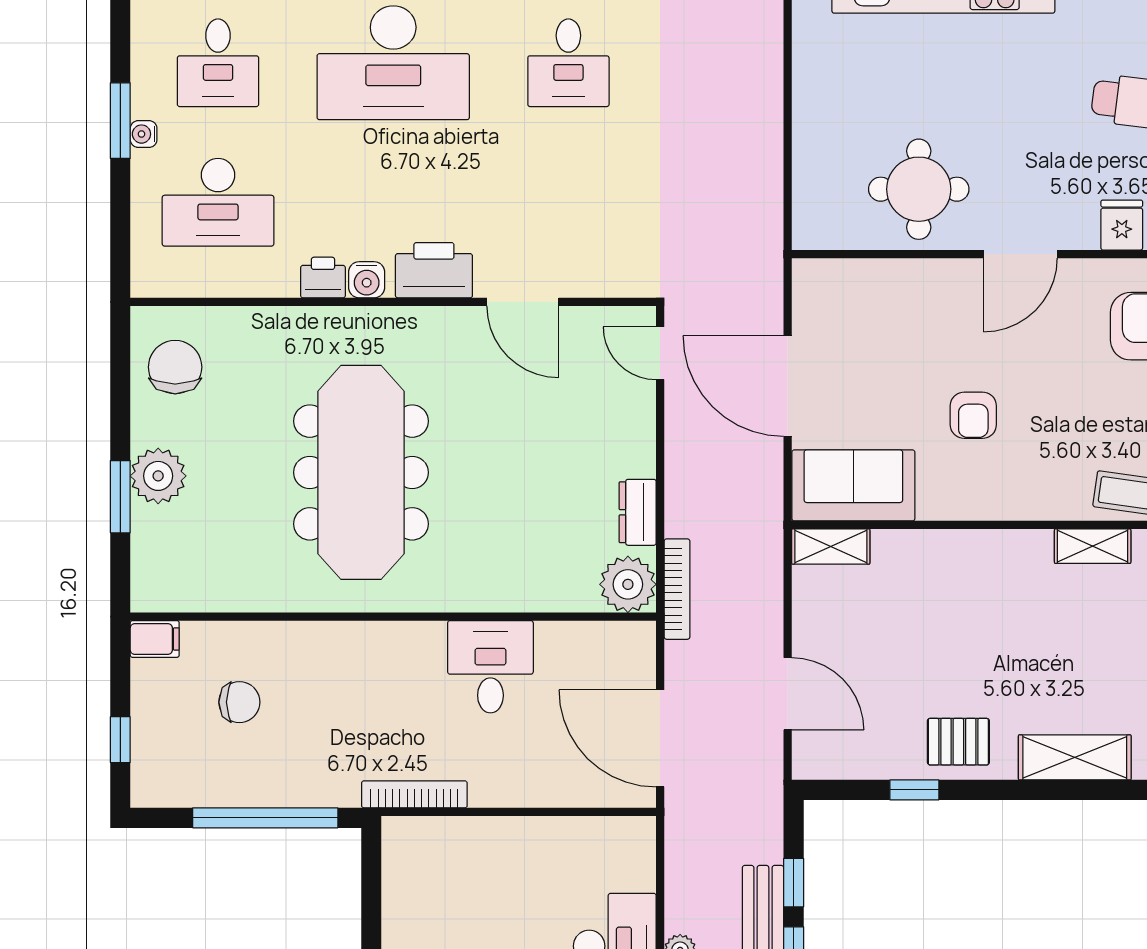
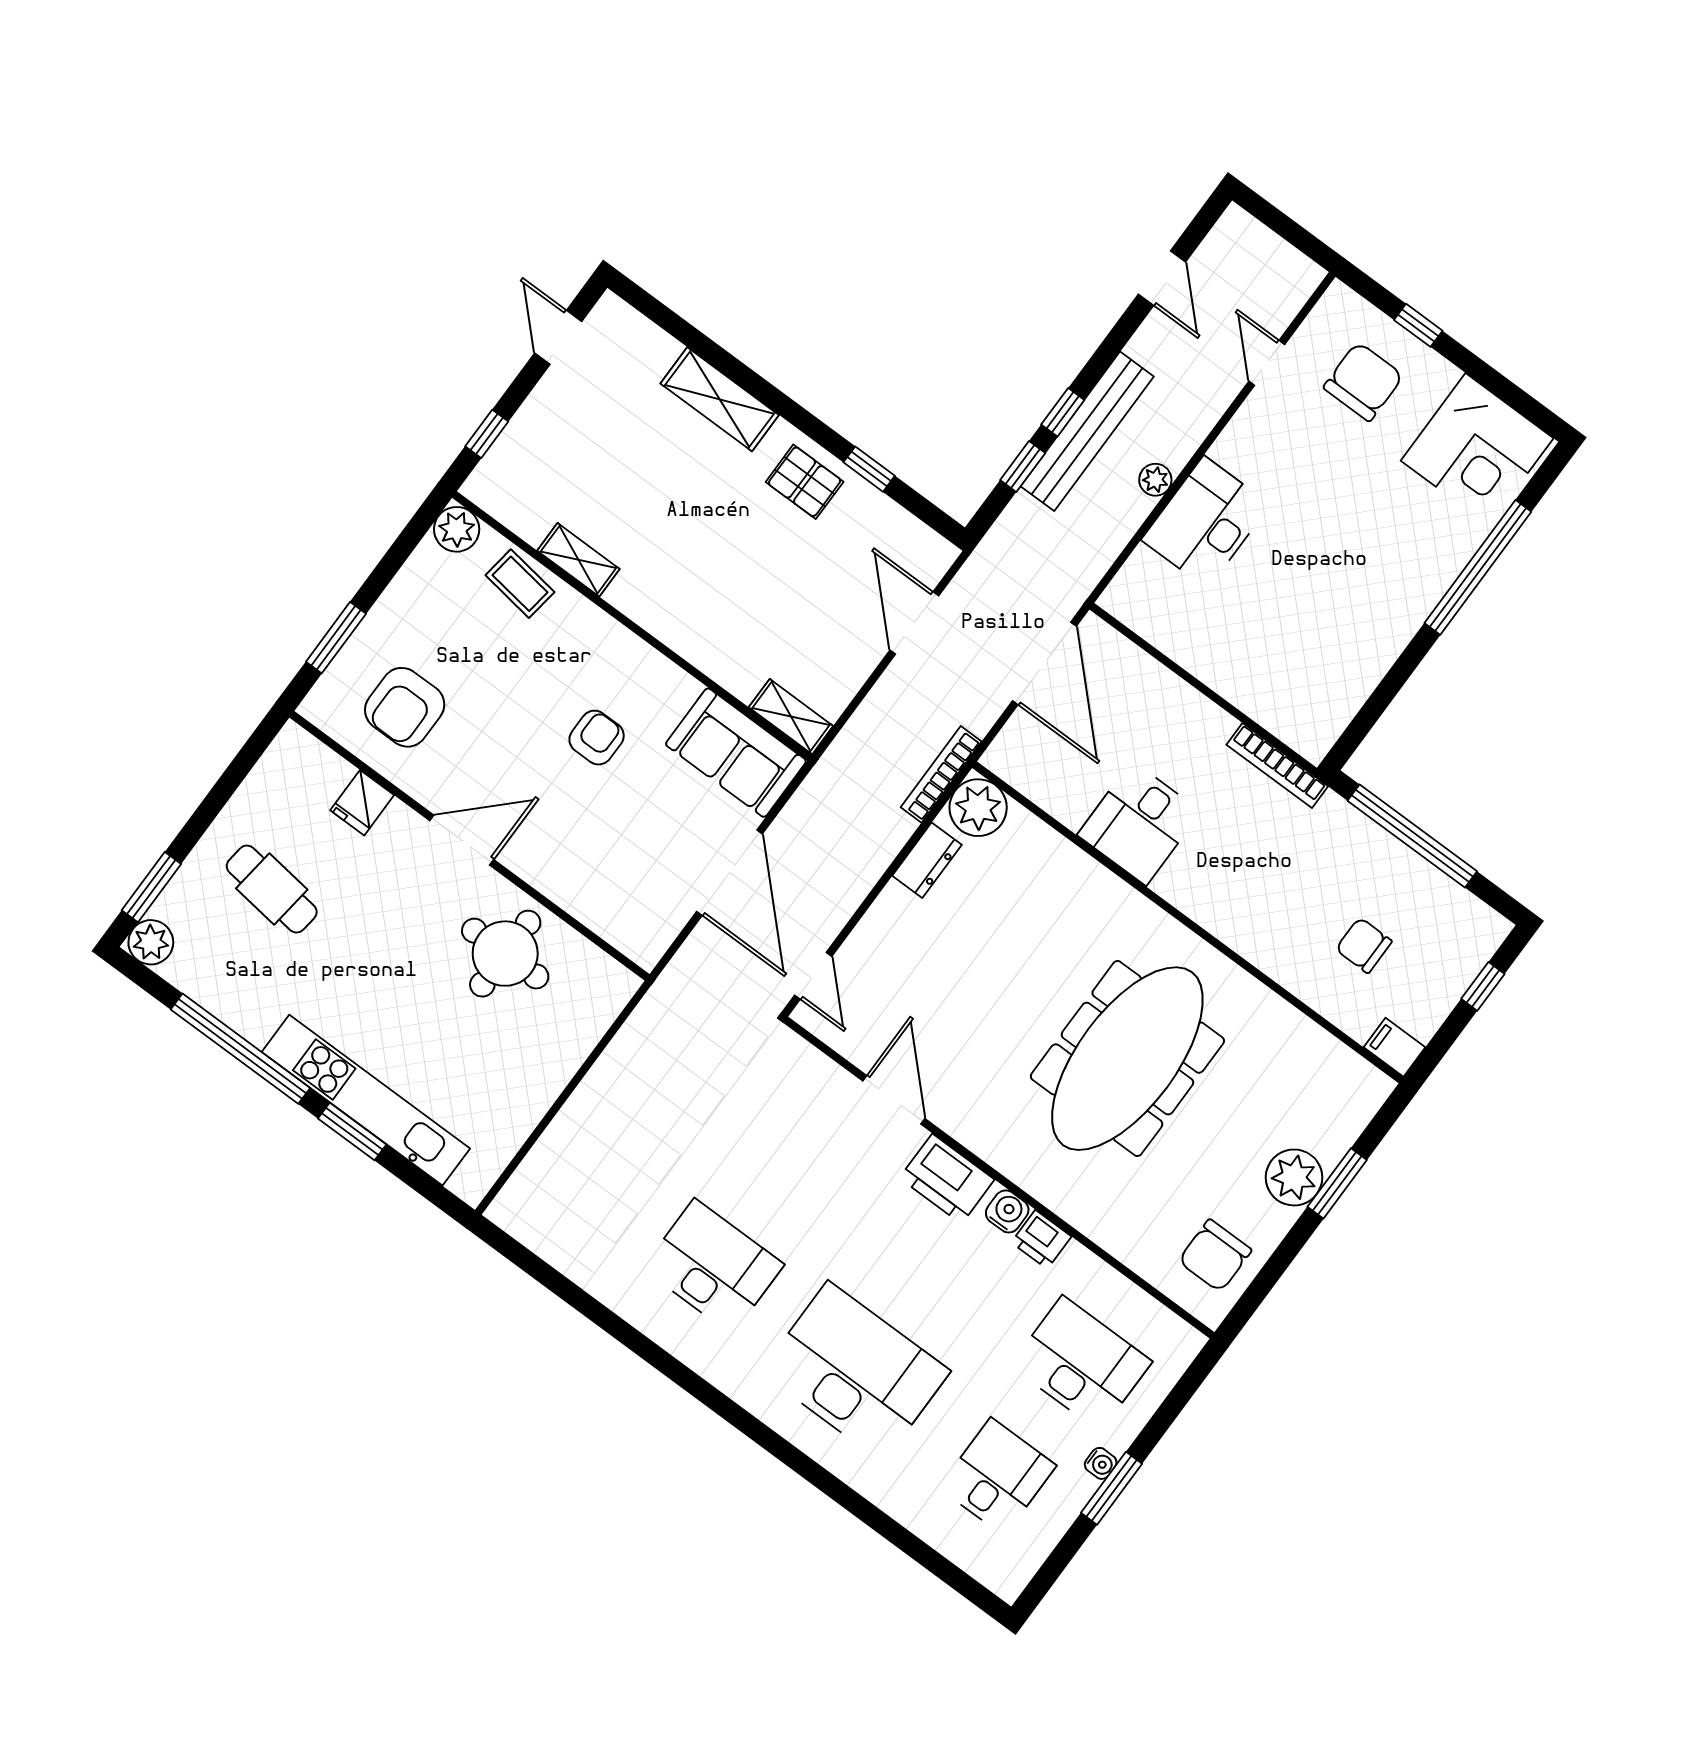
desk: (568, 63) -> (713, 1266), width x1.37

